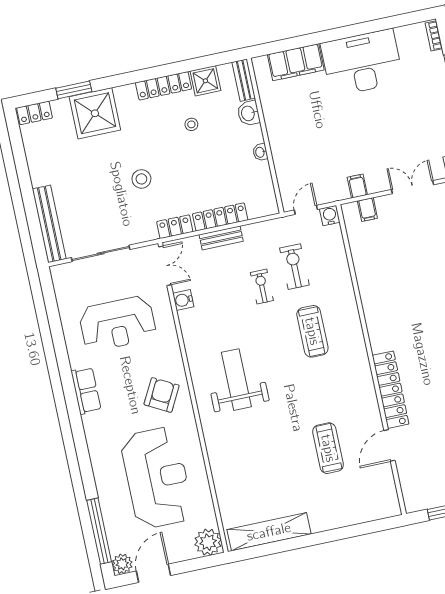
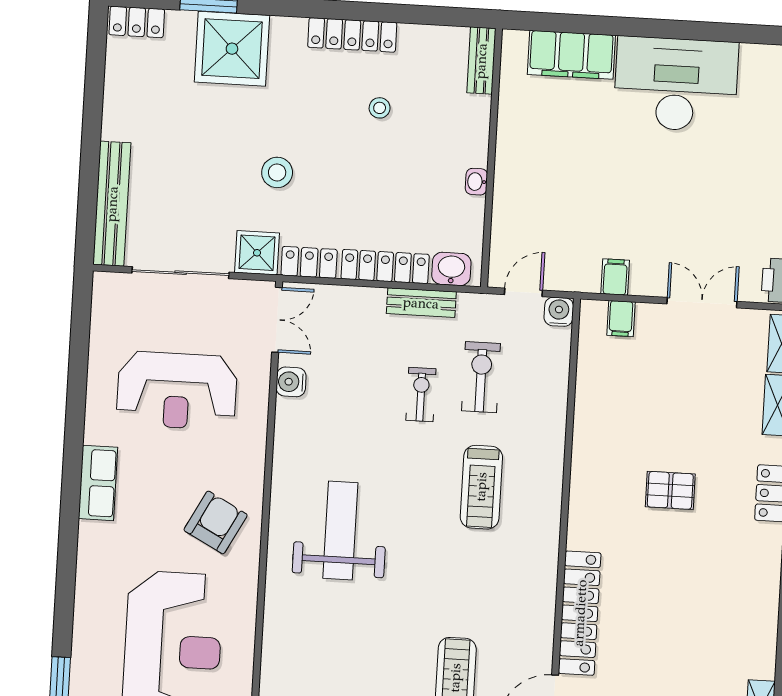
shower: (205, 81) -> (257, 253), moved
washbasin: (249, 113) -> (451, 269), moved, turned 90
bench: (221, 238) -> (421, 303), moved
pallet: (424, 303) -> (670, 490), added

